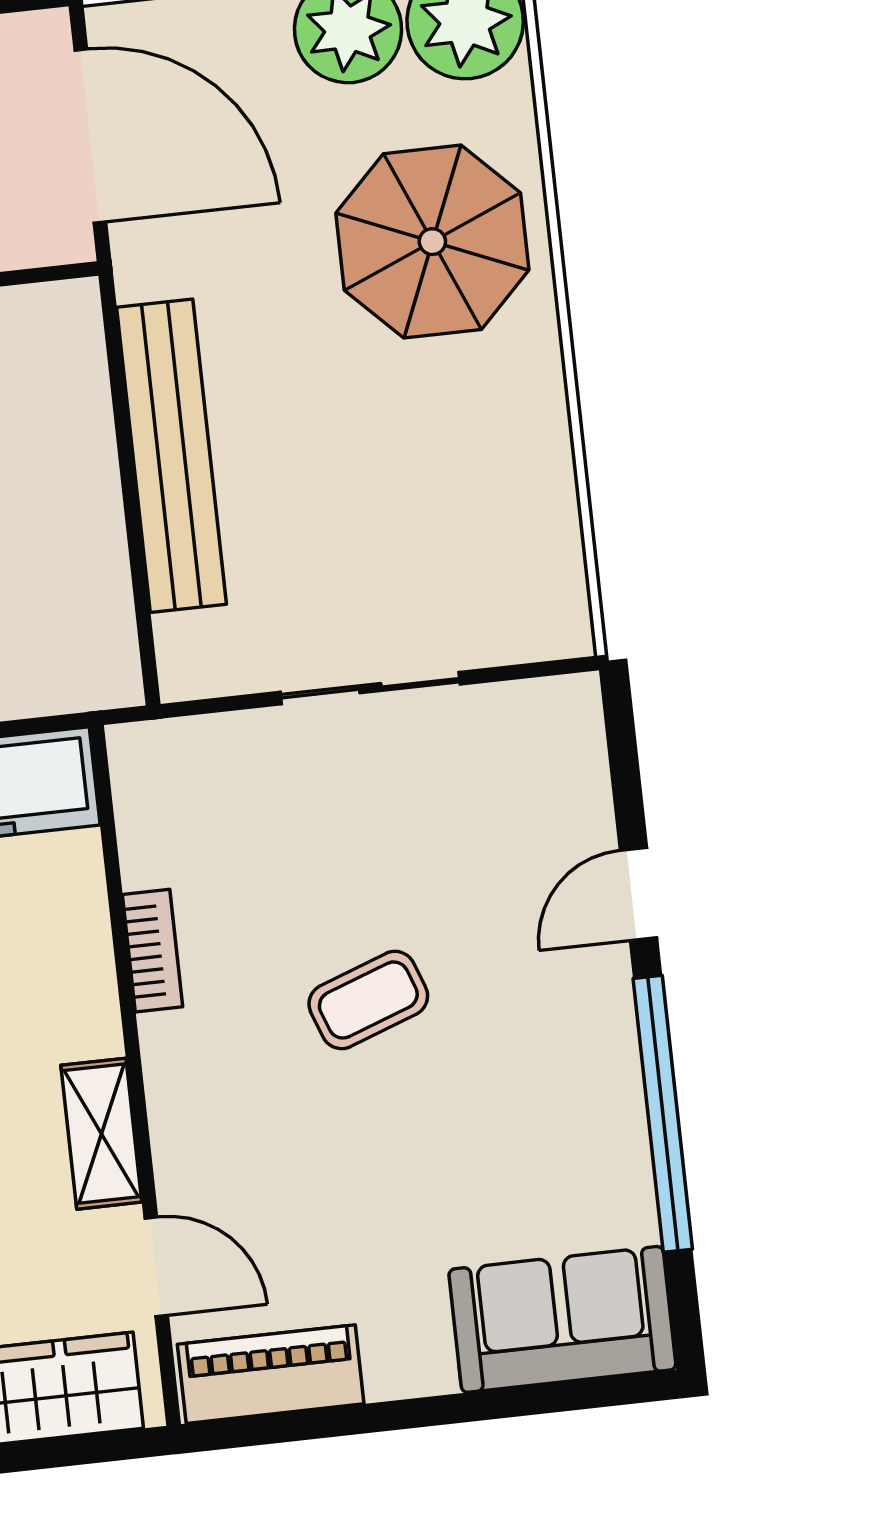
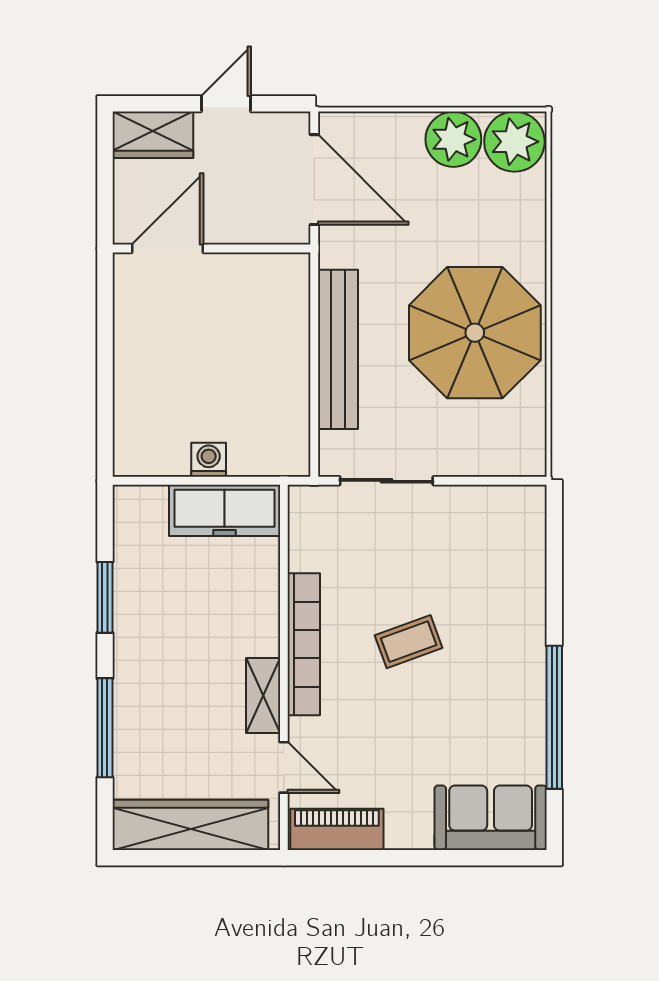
parasol: (432, 242) -> (475, 333), moved, width x1.36, depth x1.36
sliding door: (370, 688) -> (386, 481), moved
door: (639, 894) -> (554, 602), removed
bookcase: (153, 951) -> (304, 644), width x2.31, depth x1.31

